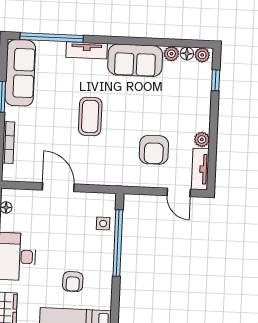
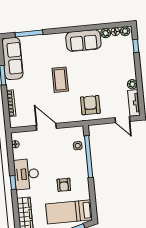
window: (52, 37) -> (29, 33), width x0.68
tv unit: (87, 50) -> (52, 38), removed
armchair: (154, 150) -> (90, 105), moved, turned 180

